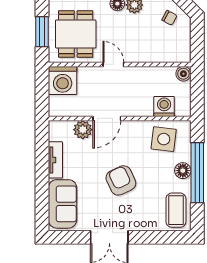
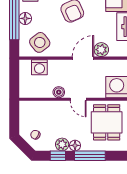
boiler: (183, 74) -> (59, 92), moved
side table: (164, 139) -> (40, 42), turned 45

